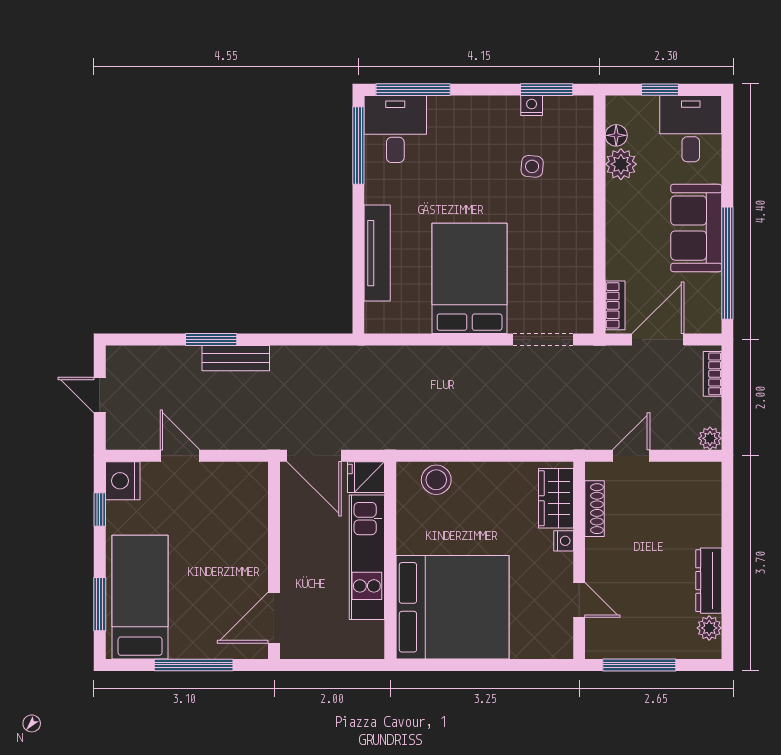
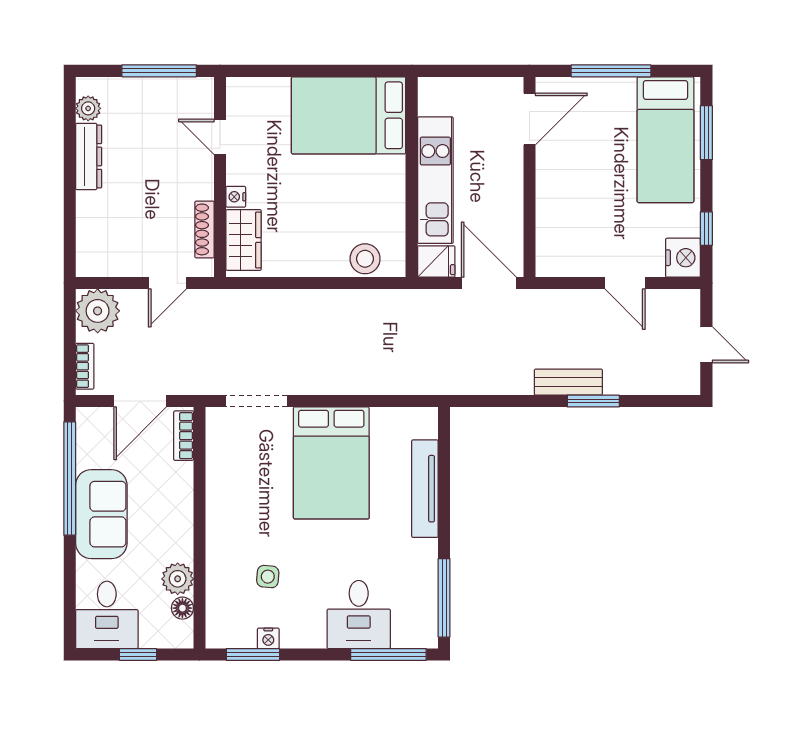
desk: (395, 129) -> (359, 614), moved
plant: (710, 438) -> (98, 311), width x1.88, depth x1.88
bed: (452, 607) -> (349, 115), width x0.73

